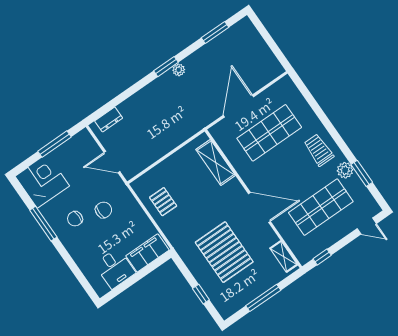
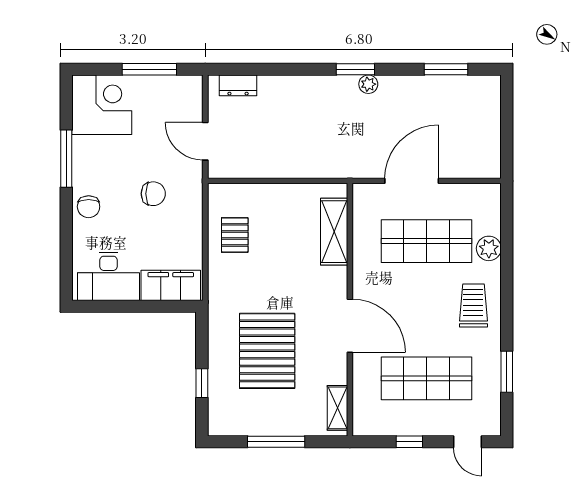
plant: (345, 170) -> (489, 248), moved
chair: (75, 219) -> (89, 207), moved, turned -90
window: (322, 257) -> (409, 442), moved
desk: (115, 268) -> (108, 276), width x1.37

